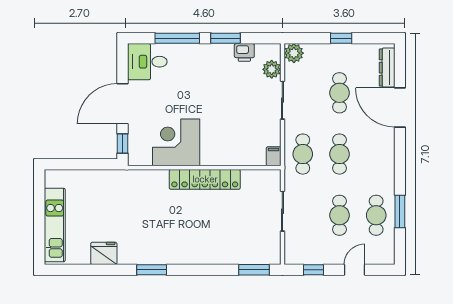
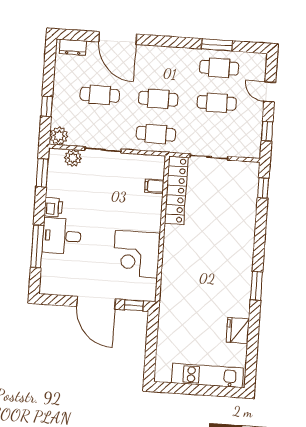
window: (225, 38) -> (42, 173), moved
window: (341, 38) -> (47, 106), moved
printer: (244, 52) -> (53, 207), moved
desk: (147, 62) -> (62, 236), moved, turned 90
dresser: (387, 68) -> (73, 47), width x0.70
door: (400, 107) -> (118, 38), hinge flipped
filing cabinet: (274, 156) -> (154, 186), moved
locker: (205, 179) -> (176, 190), moved
window: (254, 270) -> (263, 188), width x0.67

